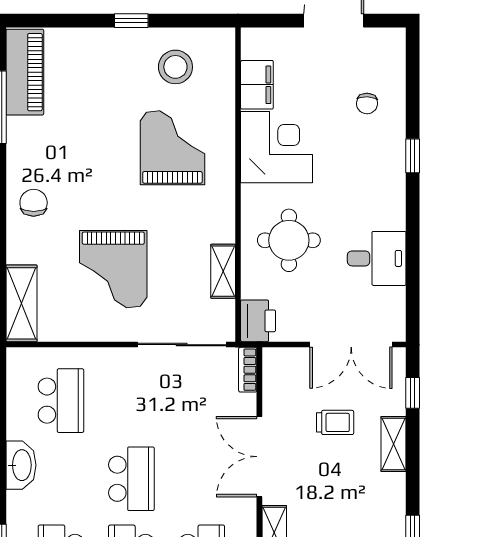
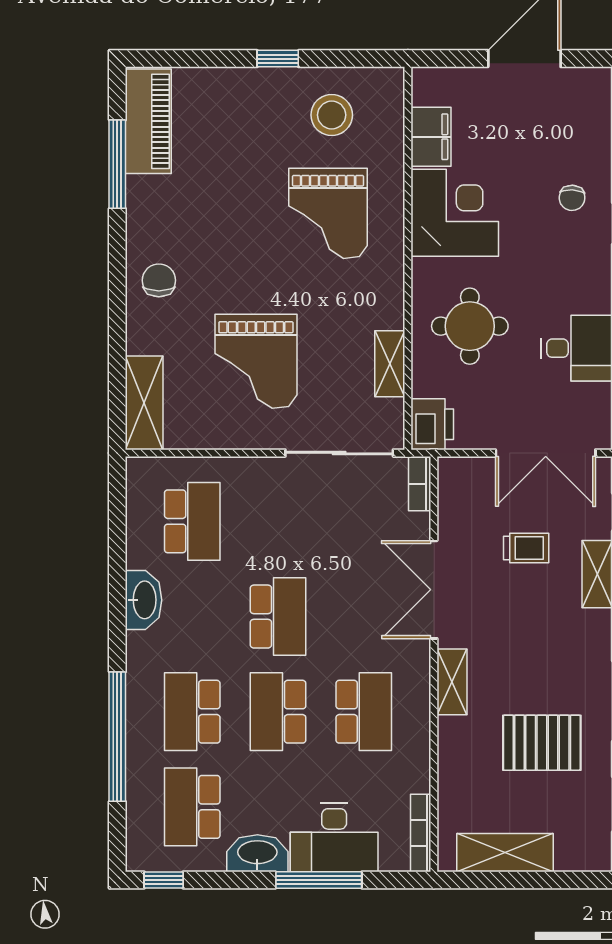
chair: (367, 104) -> (572, 198), moved
grand piano: (172, 148) -> (328, 213), turned 180

